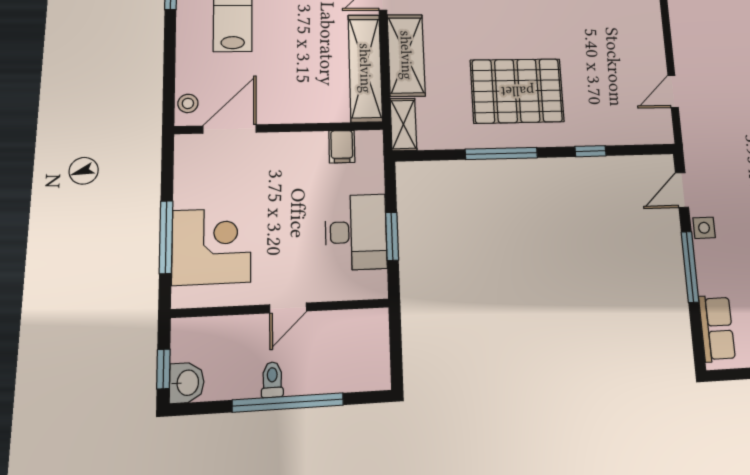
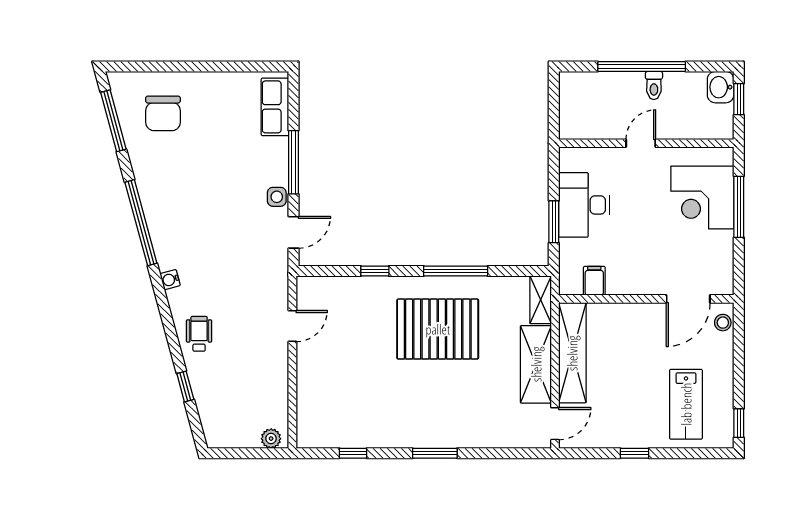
window: (392, 236) -> (554, 222), moved

